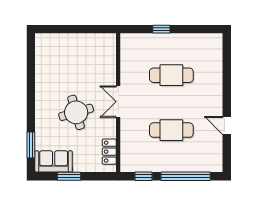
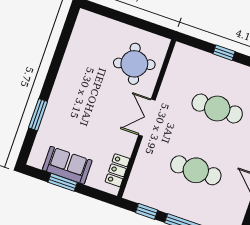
round table: (76, 112) -> (134, 64), moved
window: (31, 145) -> (38, 115), moved
sofa: (54, 161) -> (67, 165), moved

